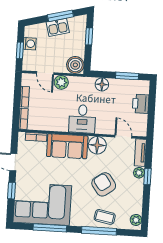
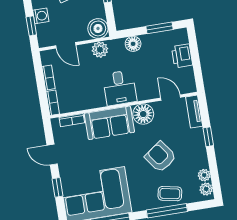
plant: (61, 82) -> (100, 50), moved
plant: (139, 173) -> (204, 175), moved

